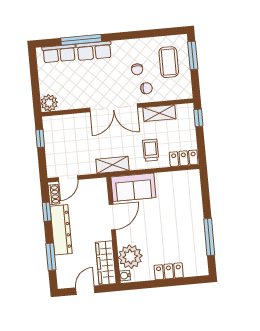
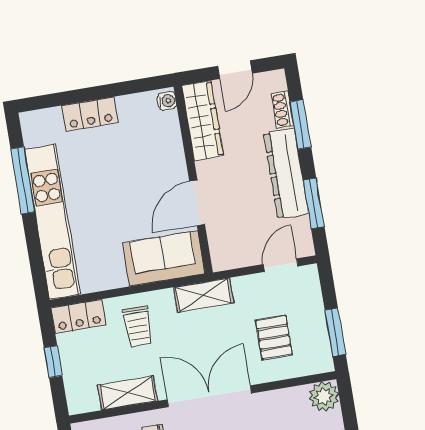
window: (198, 118) -> (53, 362), moved
window: (40, 138) -> (335, 332), width x1.50
pallet: (75, 138) -> (274, 338), added
shoe rack: (54, 195) -> (283, 110), moved
window: (47, 212) -> (314, 203), width x1.50
kitchen unit: (194, 212) -> (52, 222), added
plant: (130, 257) -> (160, 135), removed

